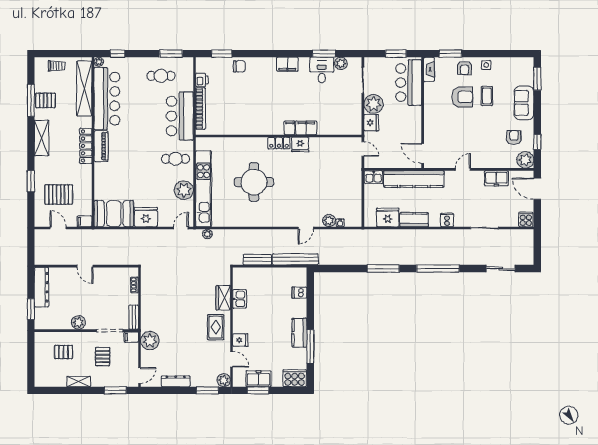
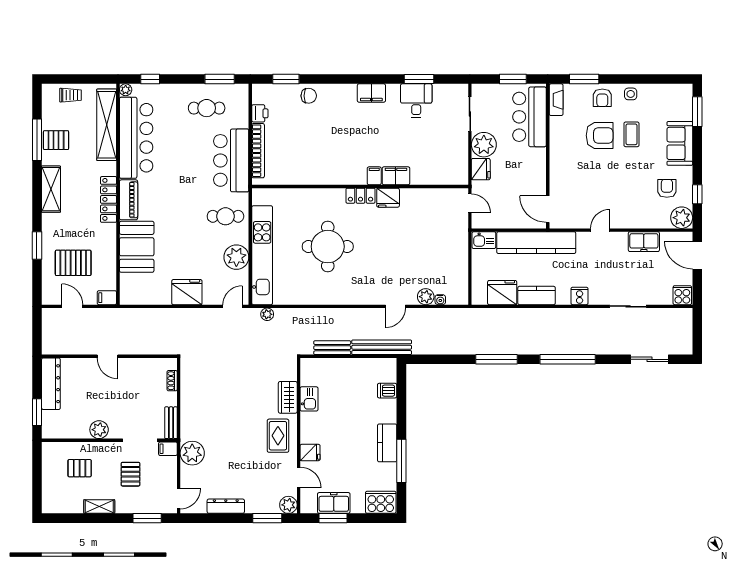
plant: (341, 63) -> (441, 92), removed
booth: (114, 214) -> (137, 247), moved, turned 90

